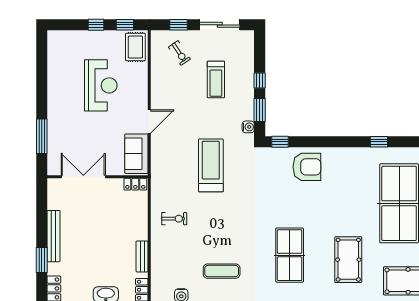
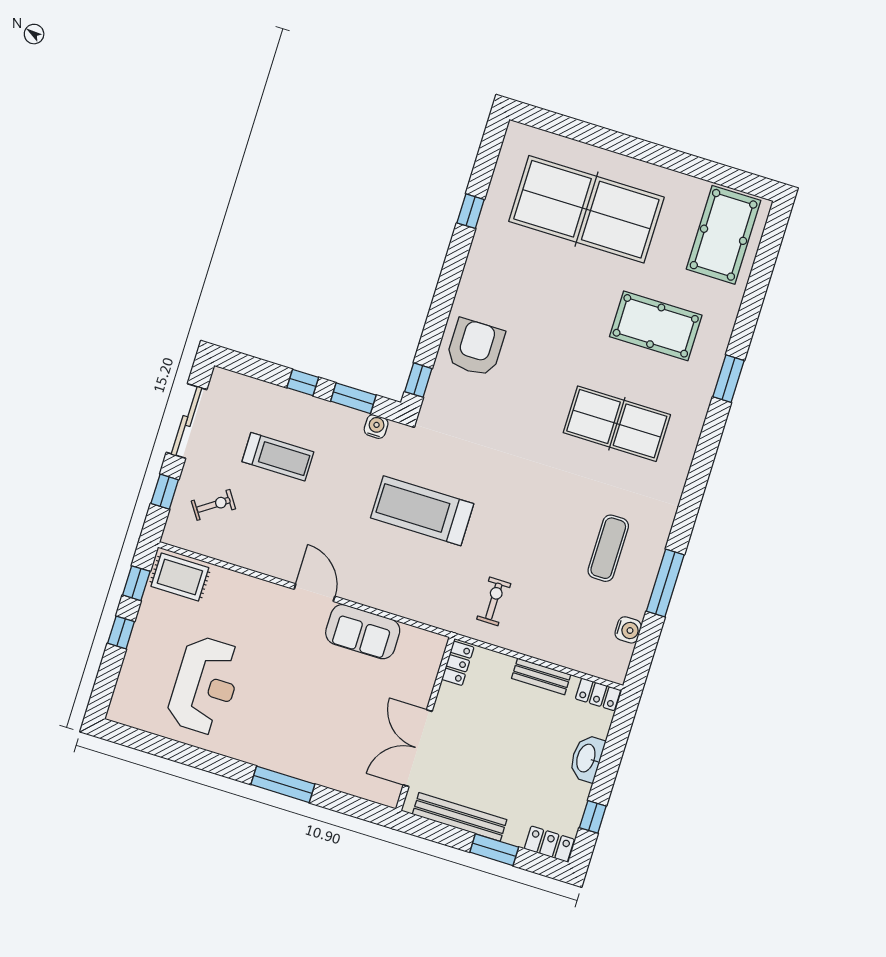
reception desk: (101, 85) -> (205, 685), moved, turned 90
double door: (83, 177) -> (418, 748), moved
wall: (98, 177) -> (425, 724), moved
locker: (135, 184) -> (458, 663), moved

